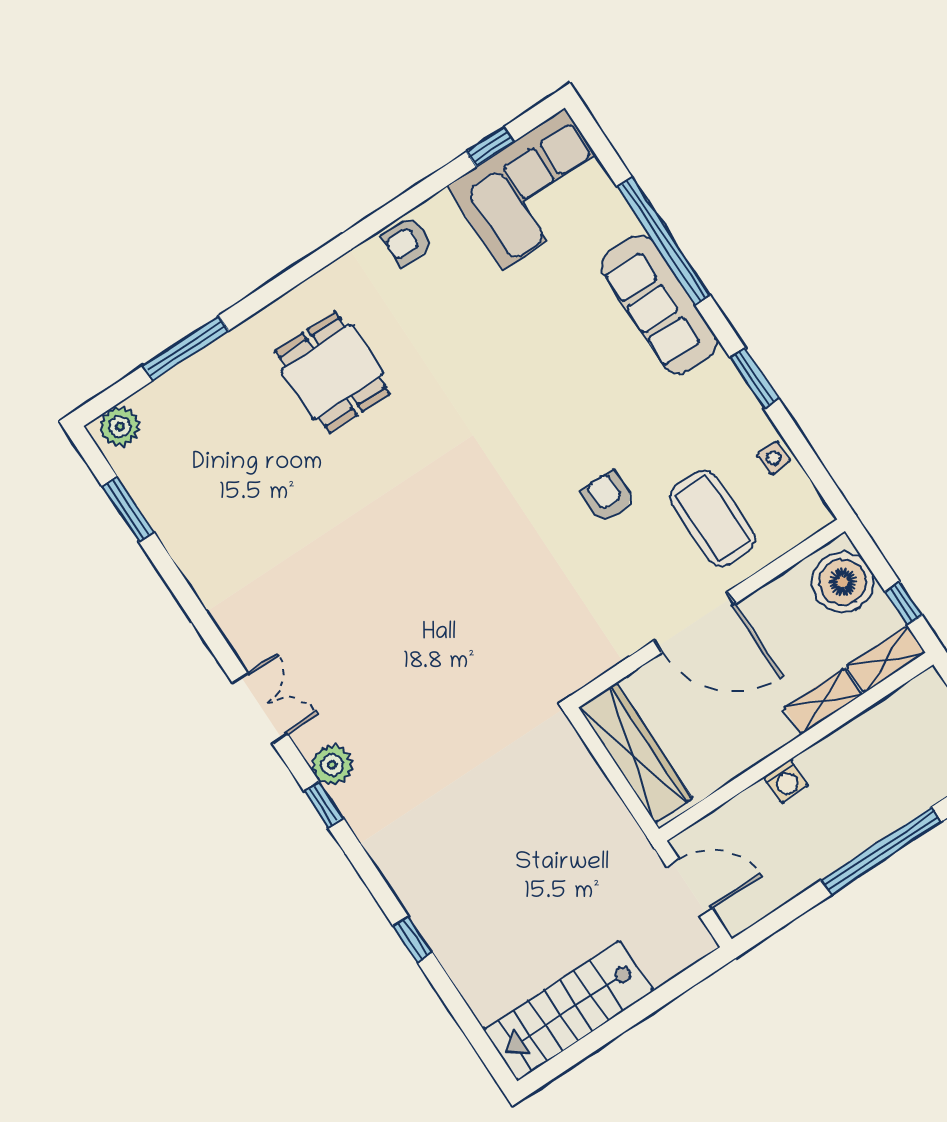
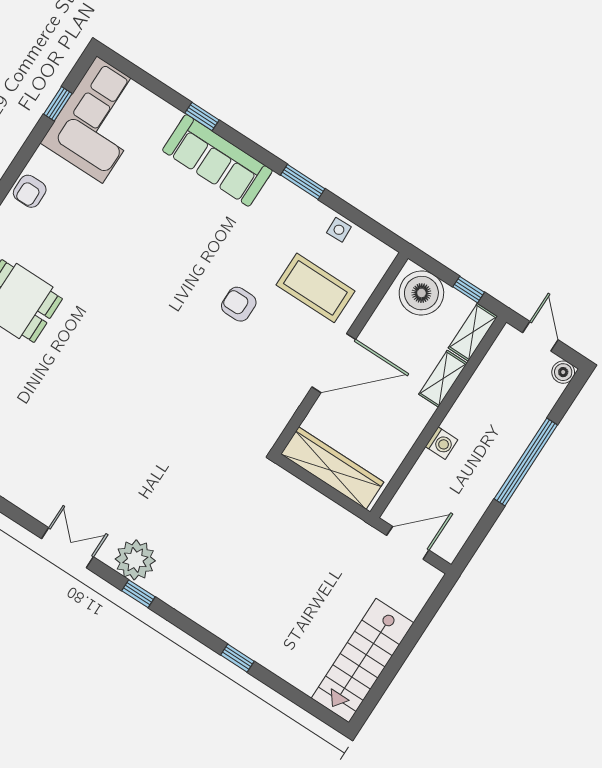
window: (664, 241) -> (202, 116), width x0.32
plant: (332, 765) -> (135, 560), width x1.36, depth x1.36

